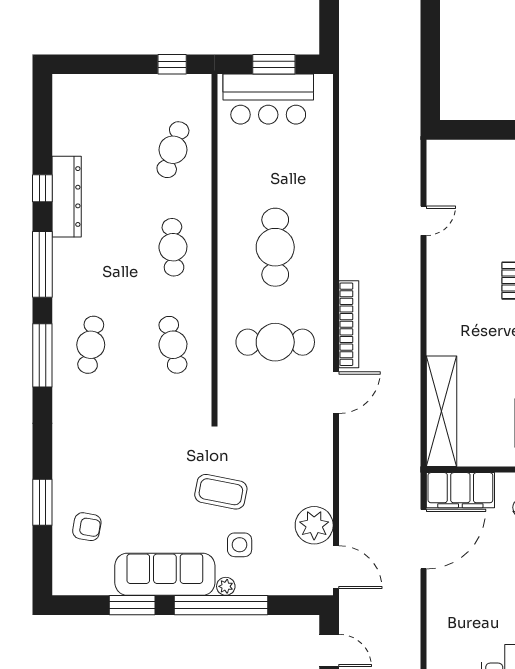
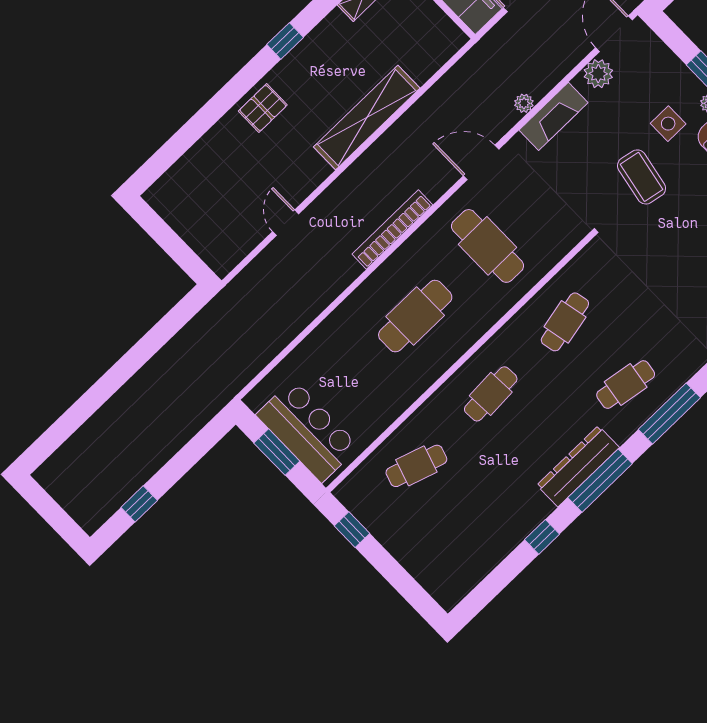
dresser: (67, 197) -> (578, 466), moved
door: (423, 221) -> (286, 223), hinge flipped
bookcase: (349, 324) -> (392, 230), moved
shelving: (441, 411) -> (367, 117), moved
plant: (348, 460) -> (524, 103), added
fireplace: (320, 472) -> (553, 116), added
plant: (314, 525) -> (598, 74), width x0.73, depth x0.73

